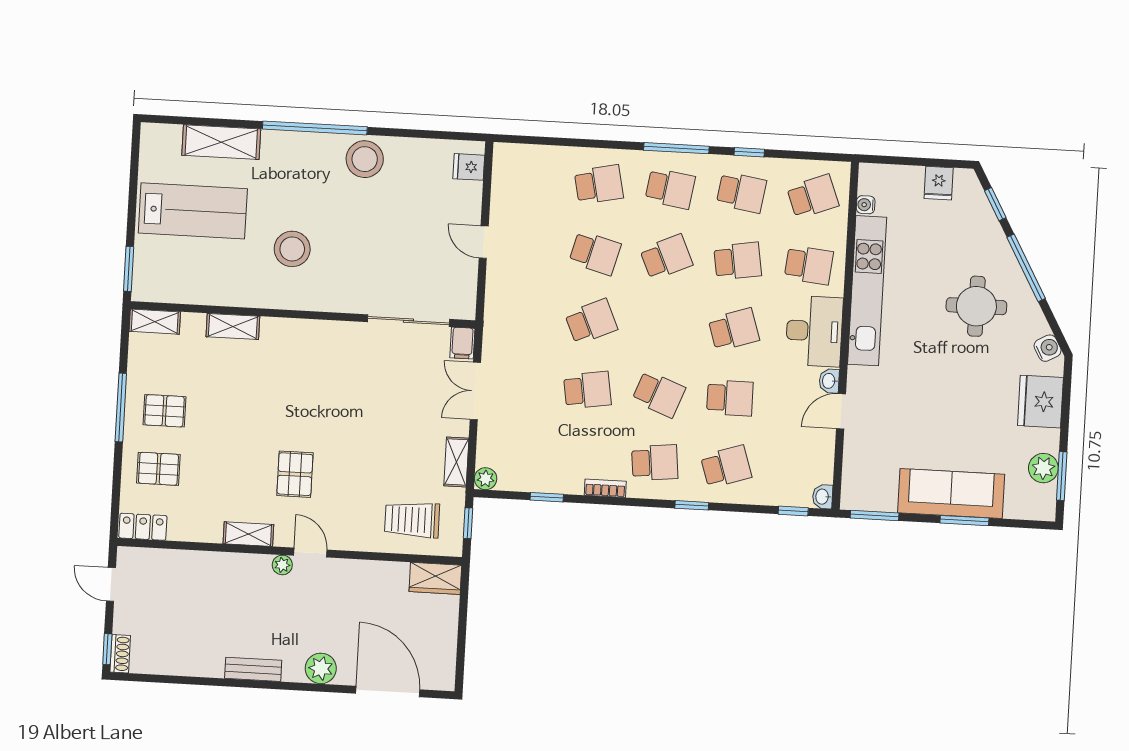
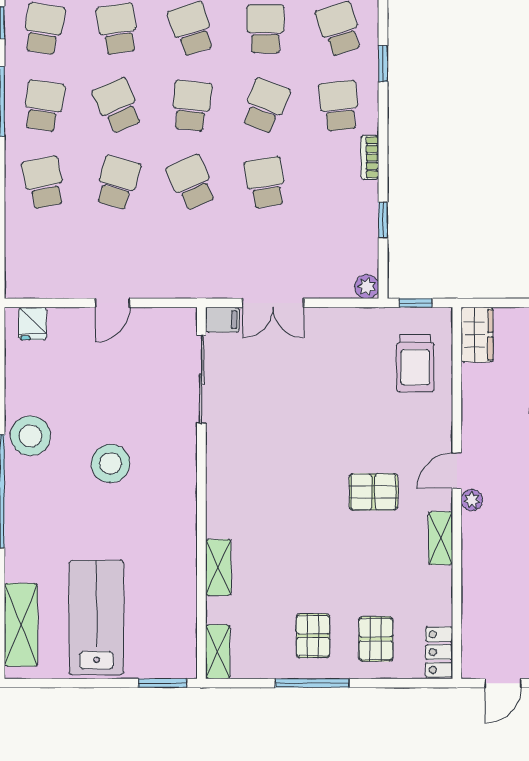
shelving: (221, 142) -> (21, 625), moved
stool: (292, 249) -> (111, 463), moved
school desk: (662, 326) -> (192, 106), added
shelving: (456, 462) -> (351, 319), removed

